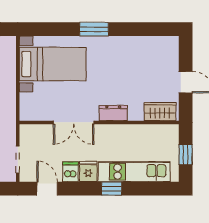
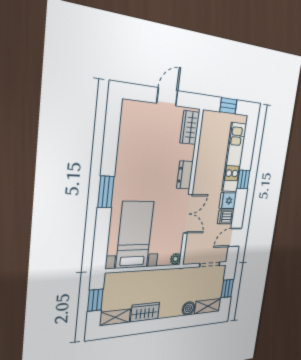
plant: (26, 114) -> (176, 259), added

